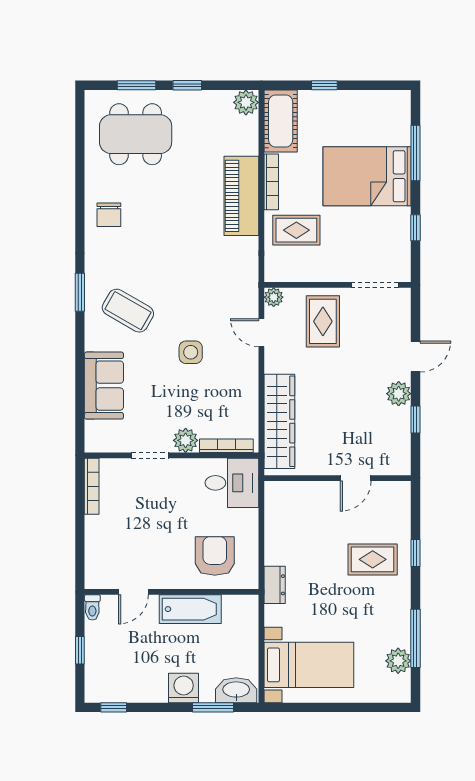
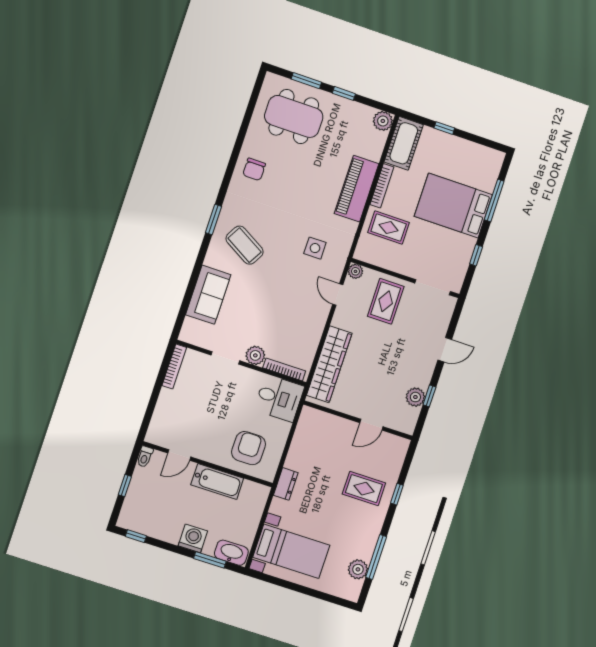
side table: (191, 352) -> (315, 248), moved
plant: (399, 394) -> (415, 397), moved

